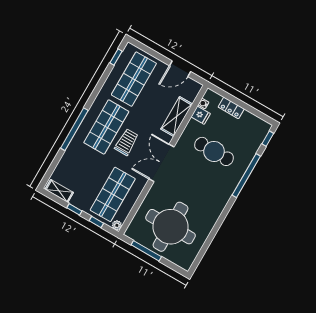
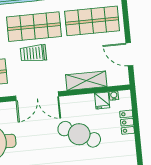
trolley: (126, 142) -> (33, 53), turned 180
cafe table: (214, 151) -> (79, 134), turned -63
double door: (162, 163) -> (37, 96), swing flipped

